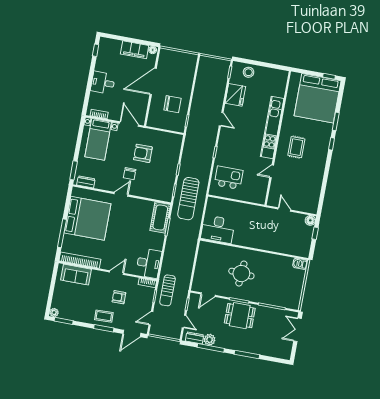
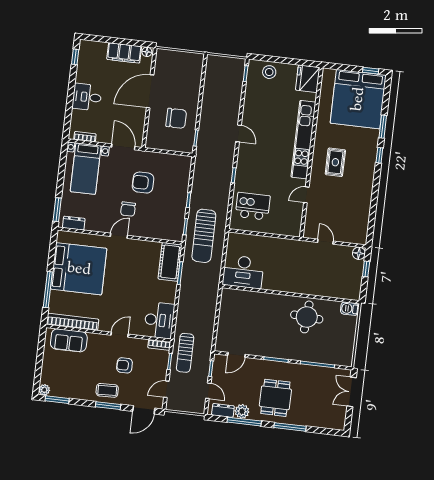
fridge: (235, 95) -> (308, 79), moved, turned 180
round table: (241, 274) -> (307, 317), moved
dining table: (240, 316) -> (275, 398), moved, turned 90

